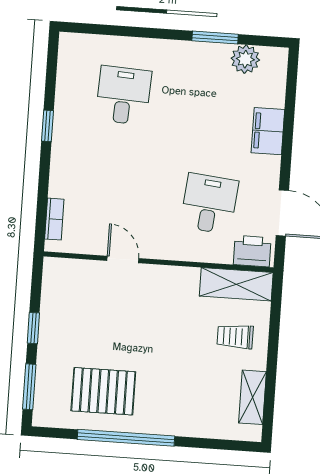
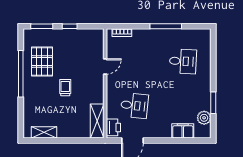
window: (48, 126) -> (166, 26), width x2.17
filing cabinet: (268, 131) -> (183, 131), moved
trolley: (235, 336) -> (65, 88), moved

